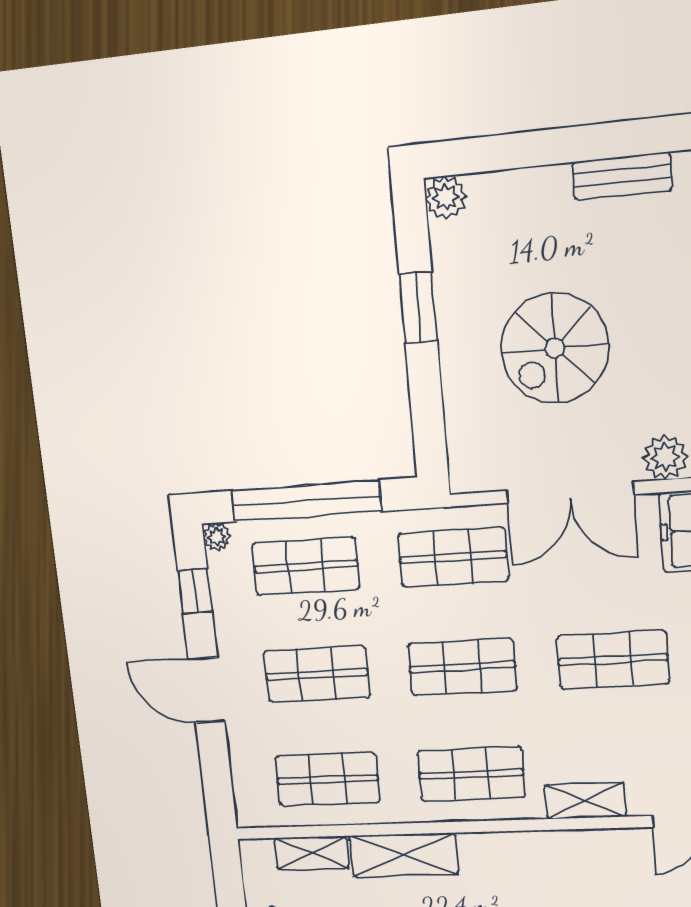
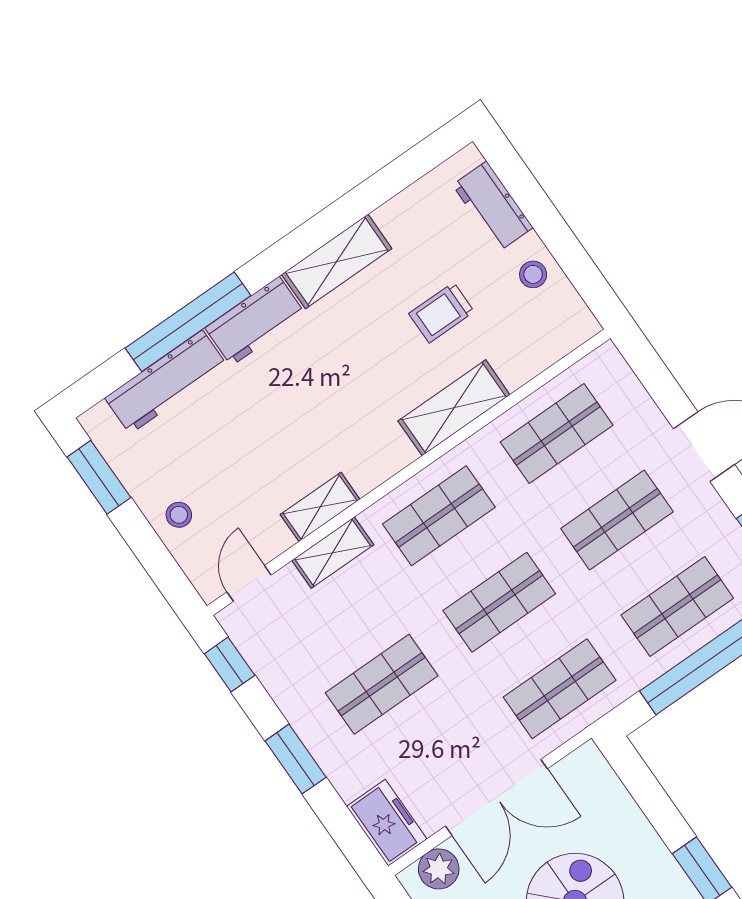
double door: (570, 492) -> (496, 797), swing flipped
shelving: (312, 853) -> (320, 507), moved

